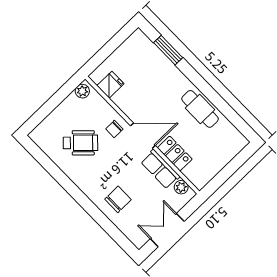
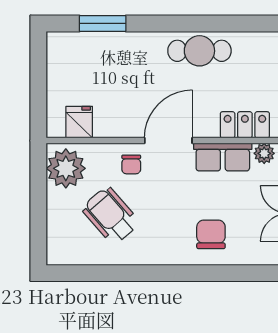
plant: (82, 91) -> (66, 168), width x1.88, depth x1.88
wheelchair: (80, 143) -> (111, 216), turned -85
locker: (175, 153) -> (245, 125), moved

